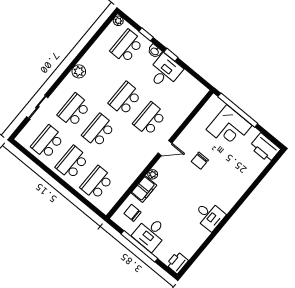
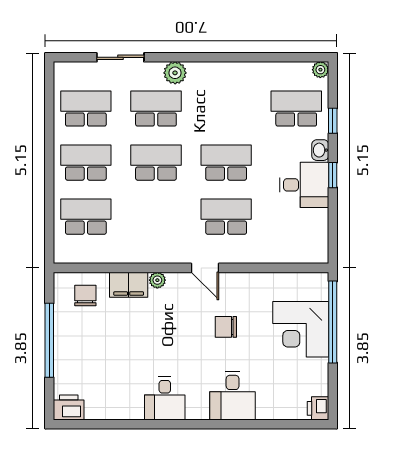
plant: (79, 71) -> (175, 73), moved
printer: (265, 148) -> (318, 408), width x0.53, depth x0.68
desk: (150, 233) -> (233, 396), moved, turned -90

